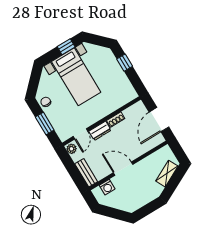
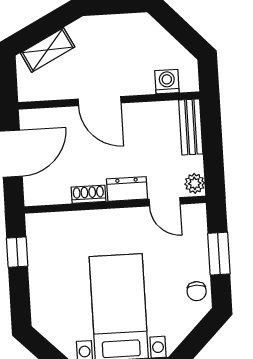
window: (125, 63) -> (17, 252), moved
door: (80, 134) -> (165, 202), swing flipped
door: (123, 169) -> (100, 101), moved

